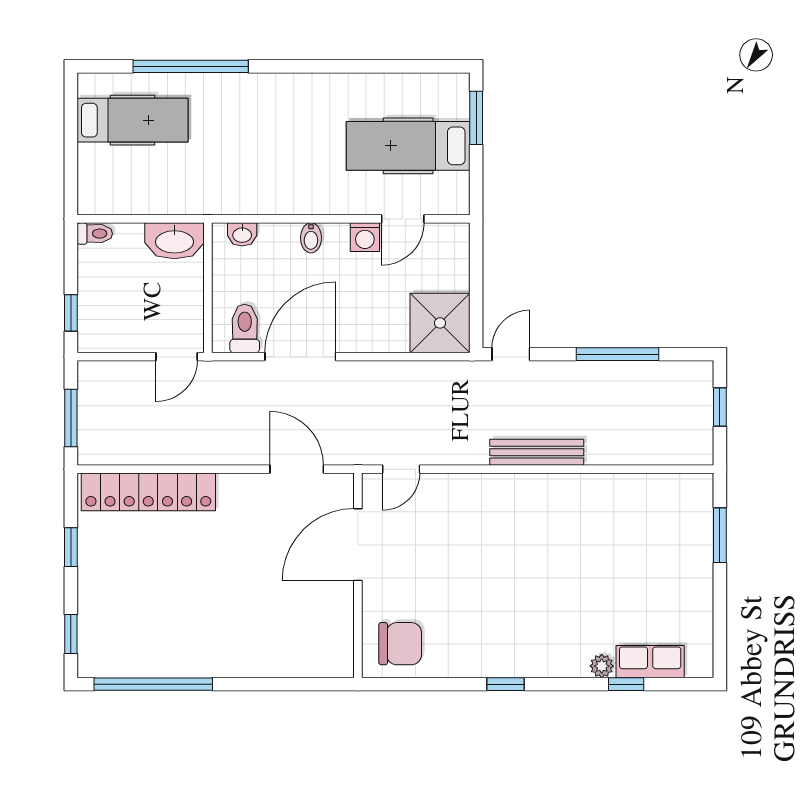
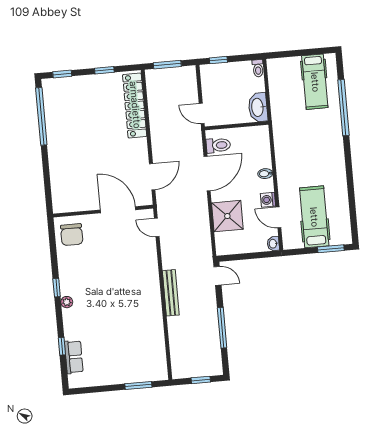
washbasin: (242, 234) -> (273, 244), moved
shower: (440, 323) -> (227, 216), moved
door: (300, 357) -> (207, 174), hinge flipped
plant: (602, 666) -> (67, 302), moved

